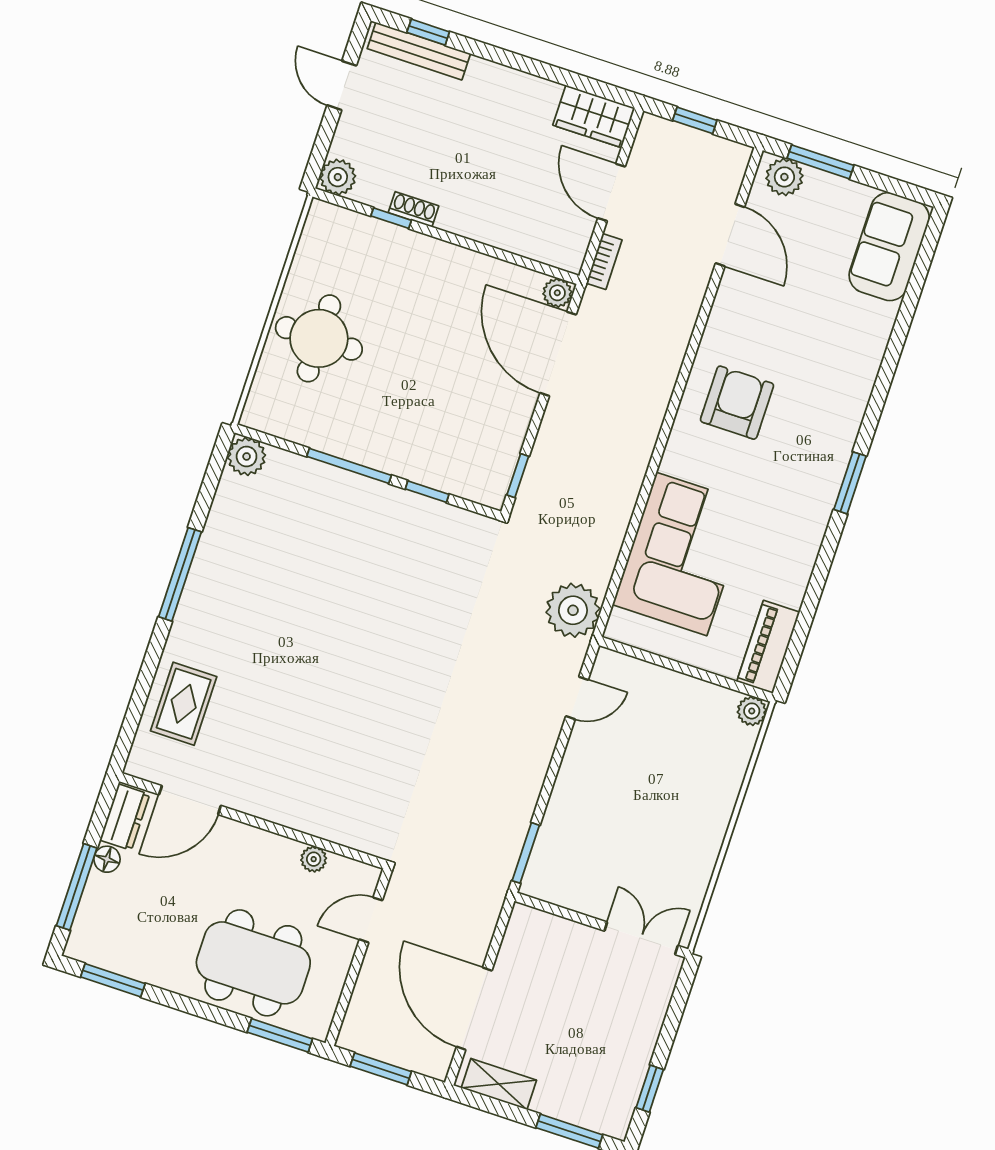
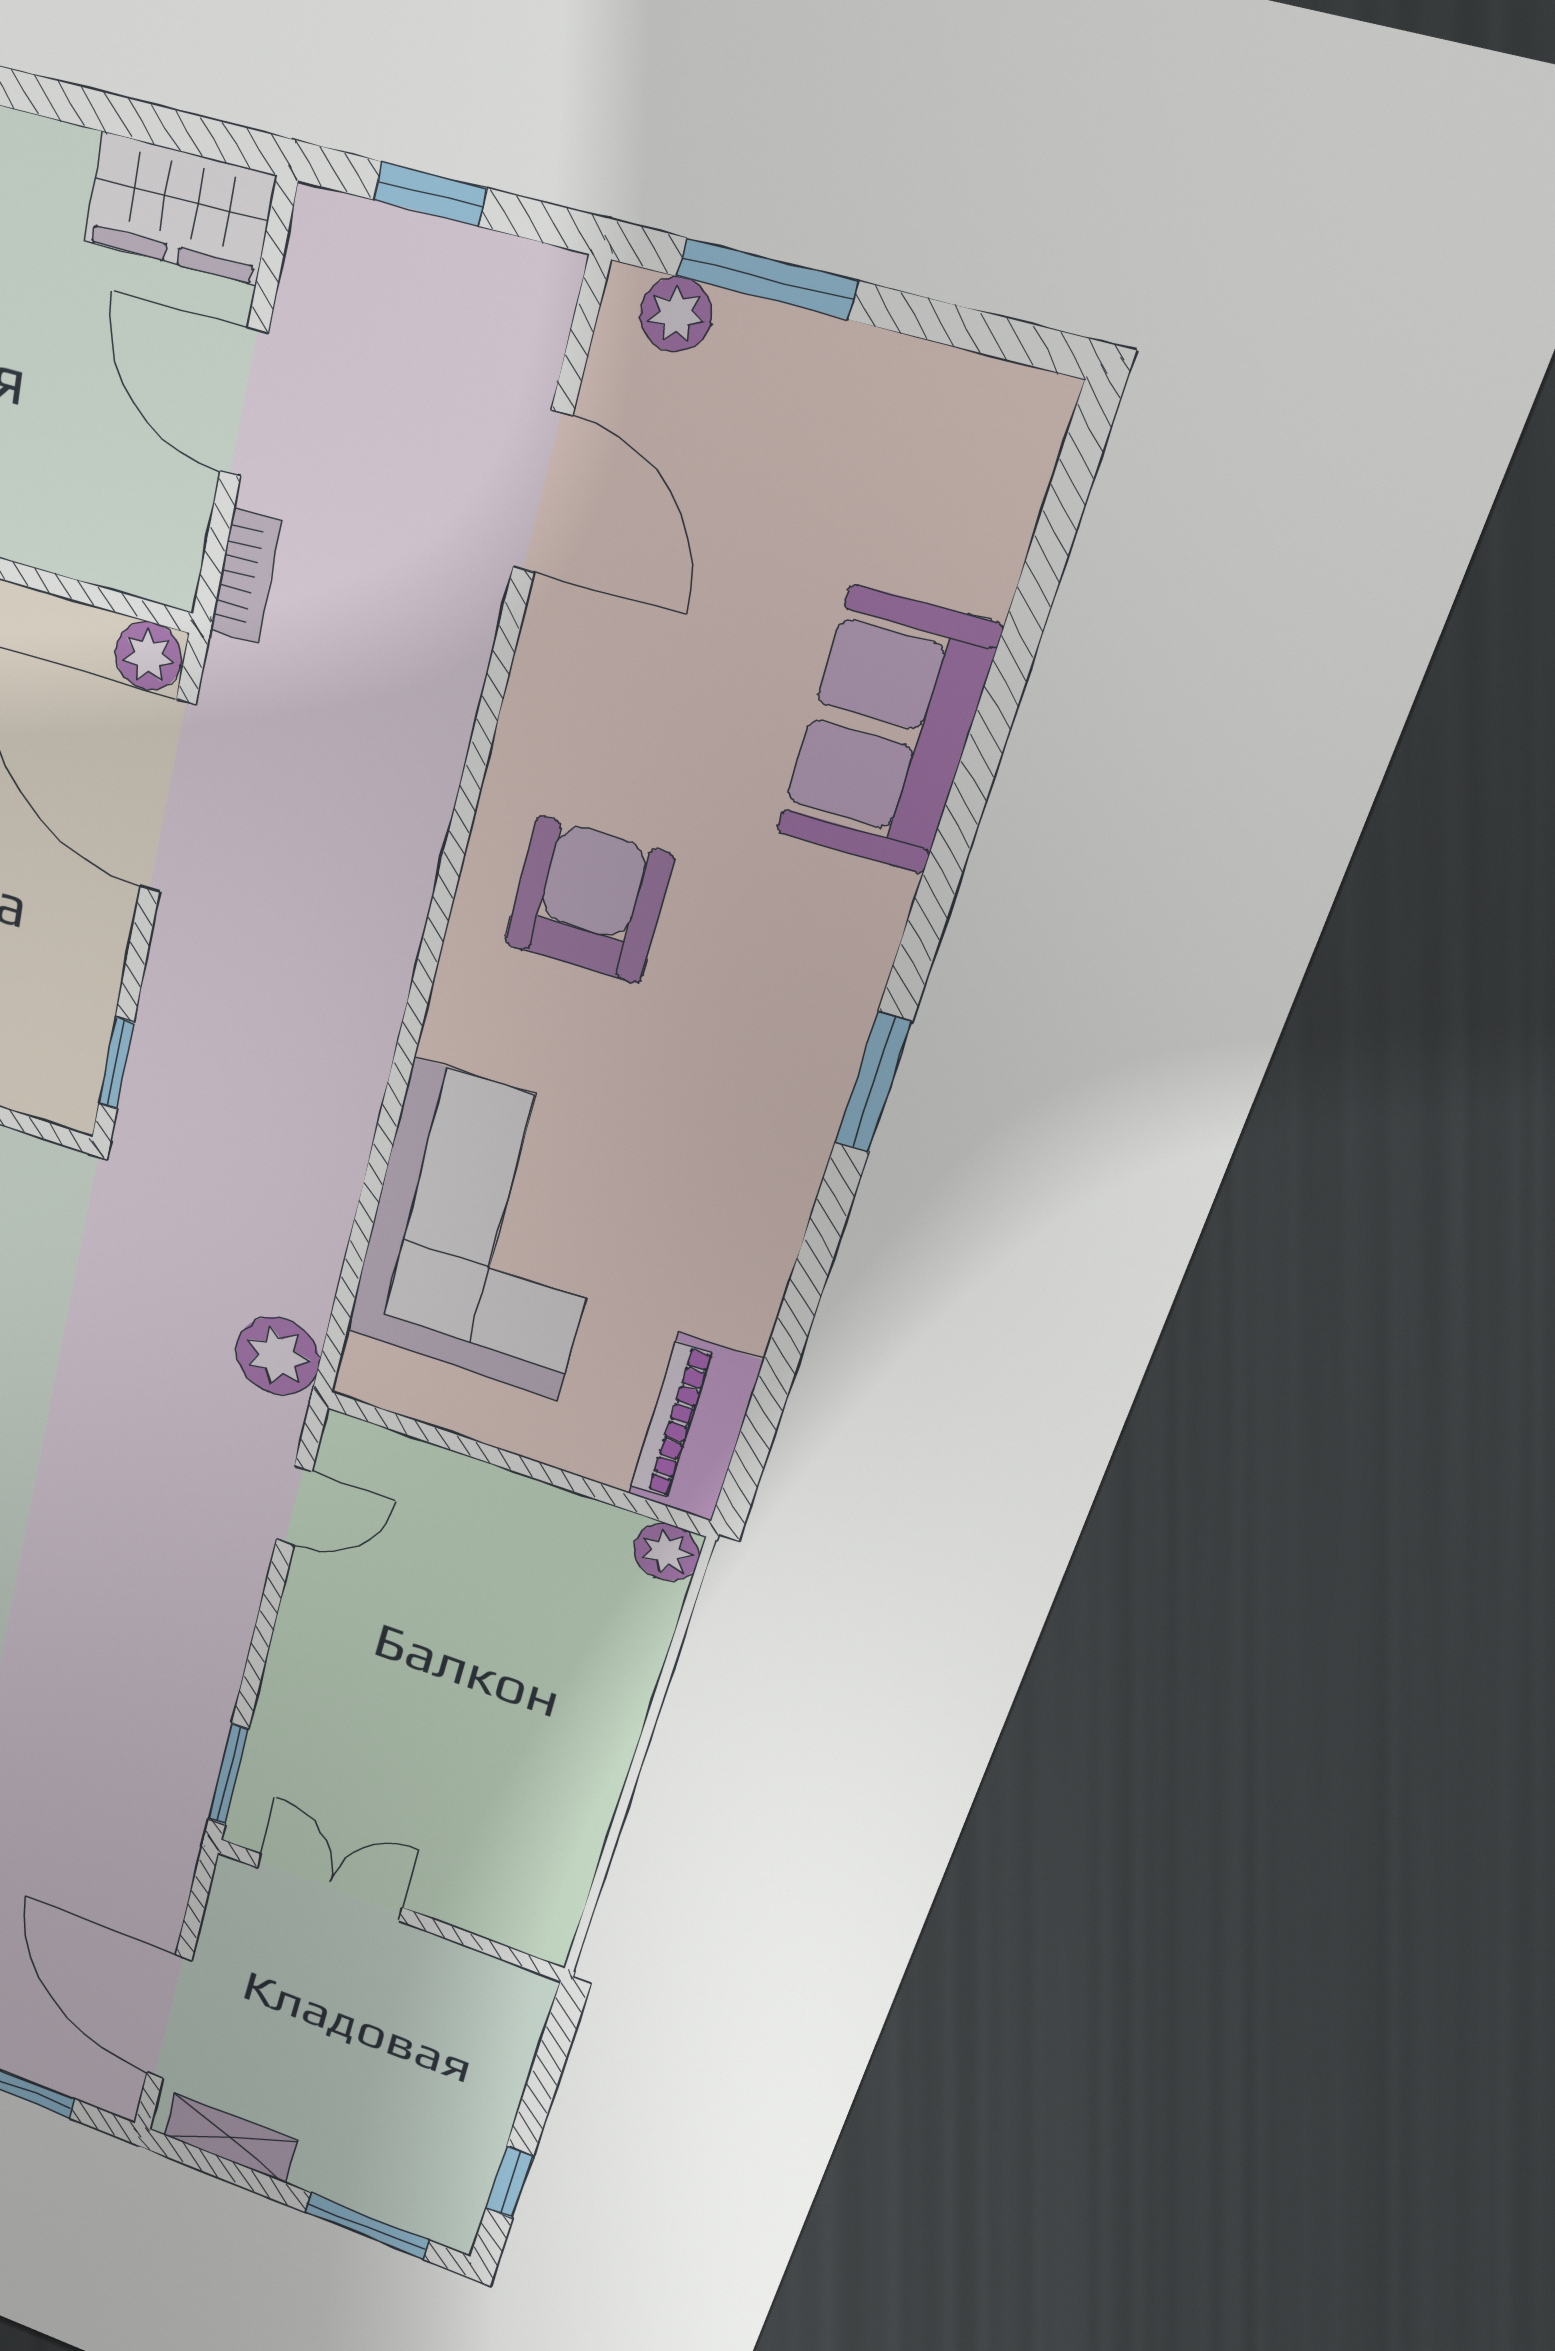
plant: (784, 177) -> (676, 315), width x0.73, depth x0.73
sofa: (889, 247) -> (888, 731), moved
plant: (573, 610) -> (278, 1356), width x0.73, depth x0.73
double door: (641, 938) -> (329, 1887), moved

